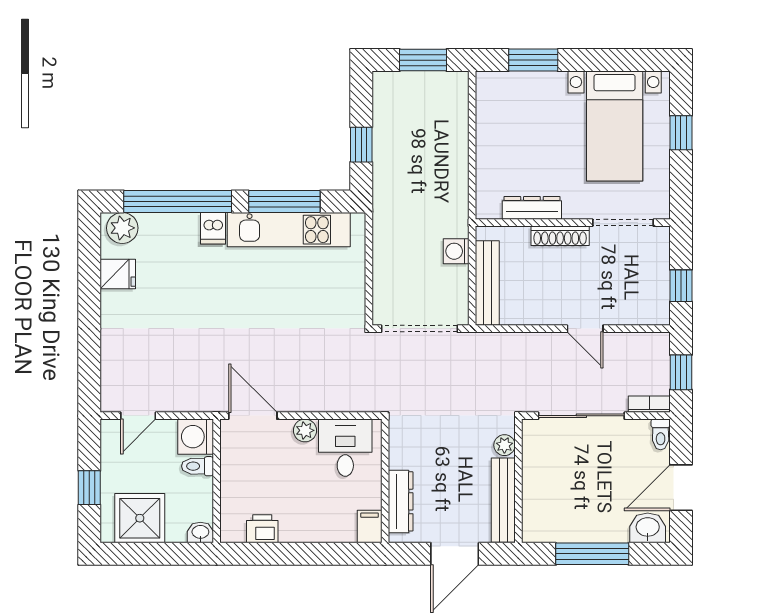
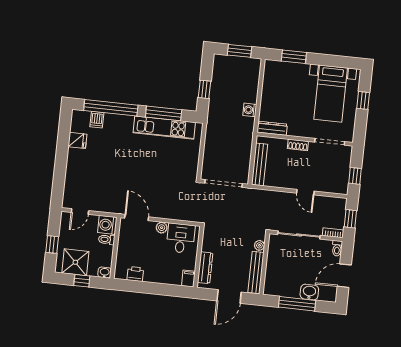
dresser: (532, 208) -> (272, 128), moved
plant: (122, 228) -> (82, 118), removed
dishwasher: (213, 228) -> (97, 120), moved
shoe rack: (560, 236) -> (298, 145), width x0.70
washing machine: (456, 251) -> (250, 110), moved
washbasin: (648, 528) -> (309, 292), moved
window: (157, 554) -> (82, 281), added

